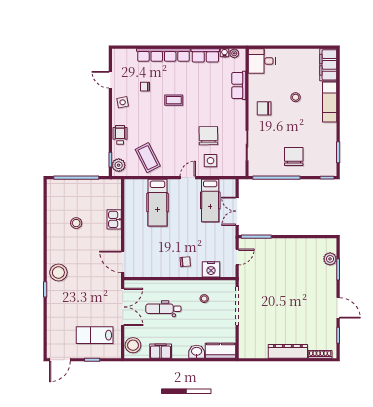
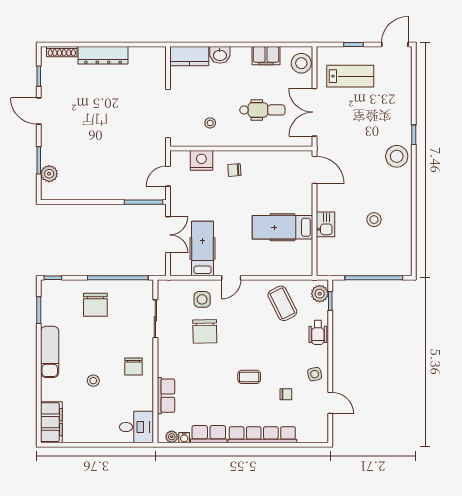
exam couch: (330, 102) -> (50, 352), moved
chair: (264, 108) -> (133, 366), turned 90
hospital bed: (157, 203) -> (283, 227), moved, turned -90

